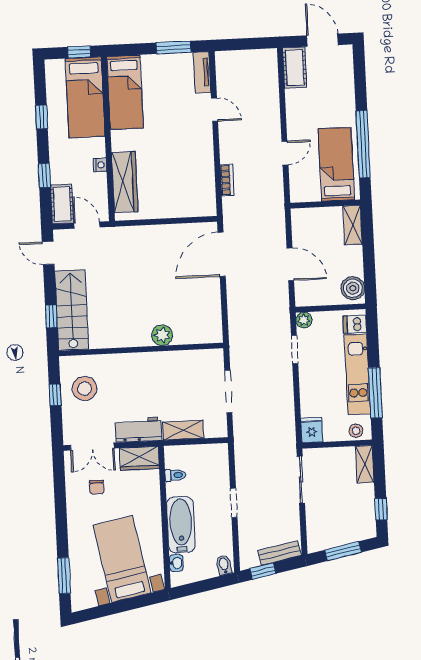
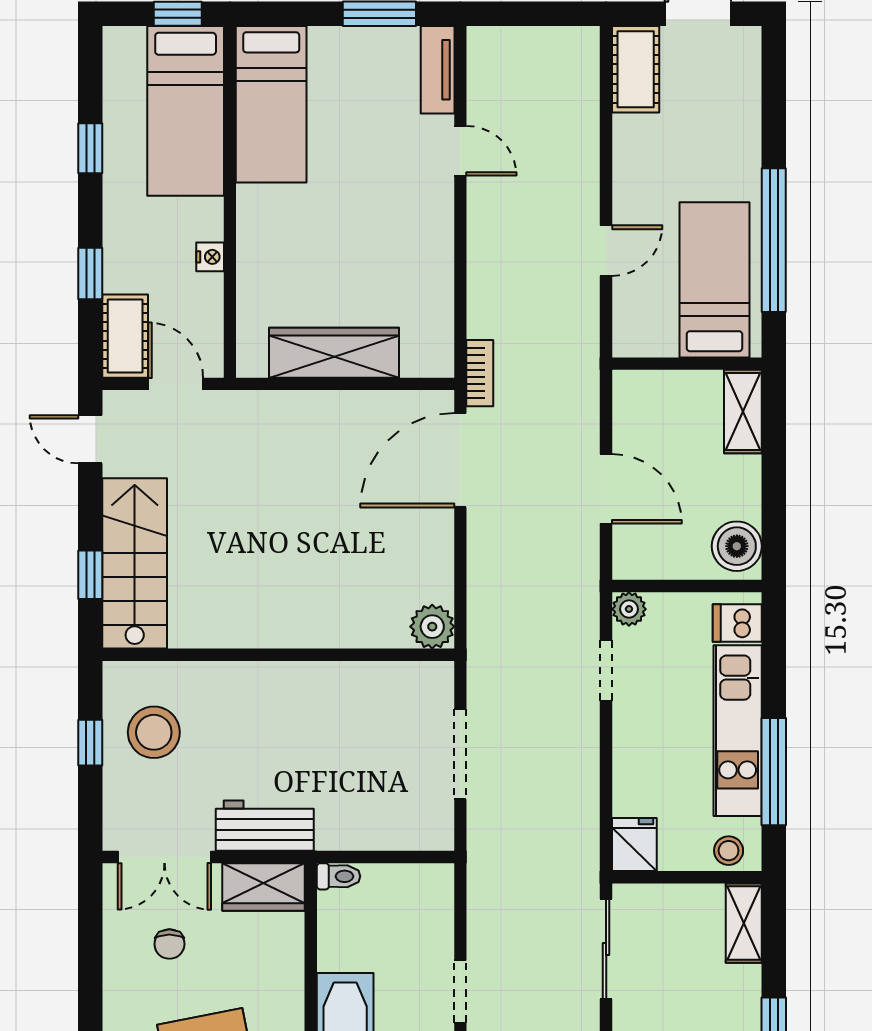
bookcase: (227, 180) -> (480, 373), moved
wardrobe: (125, 182) -> (334, 353), moved, turned -90
plant: (162, 335) -> (432, 627), moved
shelving: (183, 430) -> (360, 832), removed
toilet: (175, 475) -> (338, 876), moved

